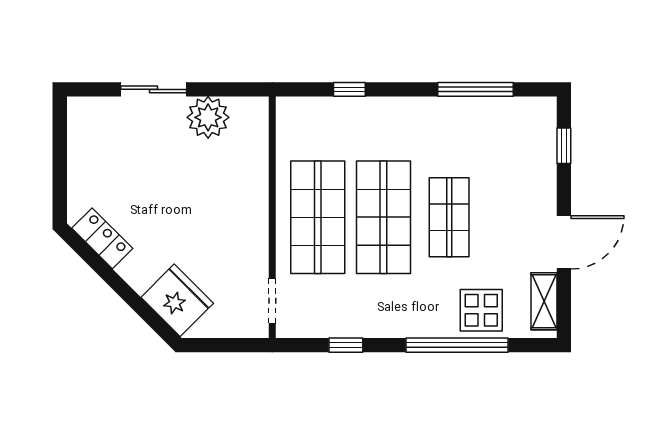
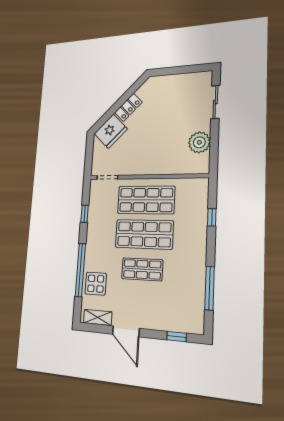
sliding door: (154, 89) -> (215, 102), moved
locker: (102, 238) -> (128, 107), moved

